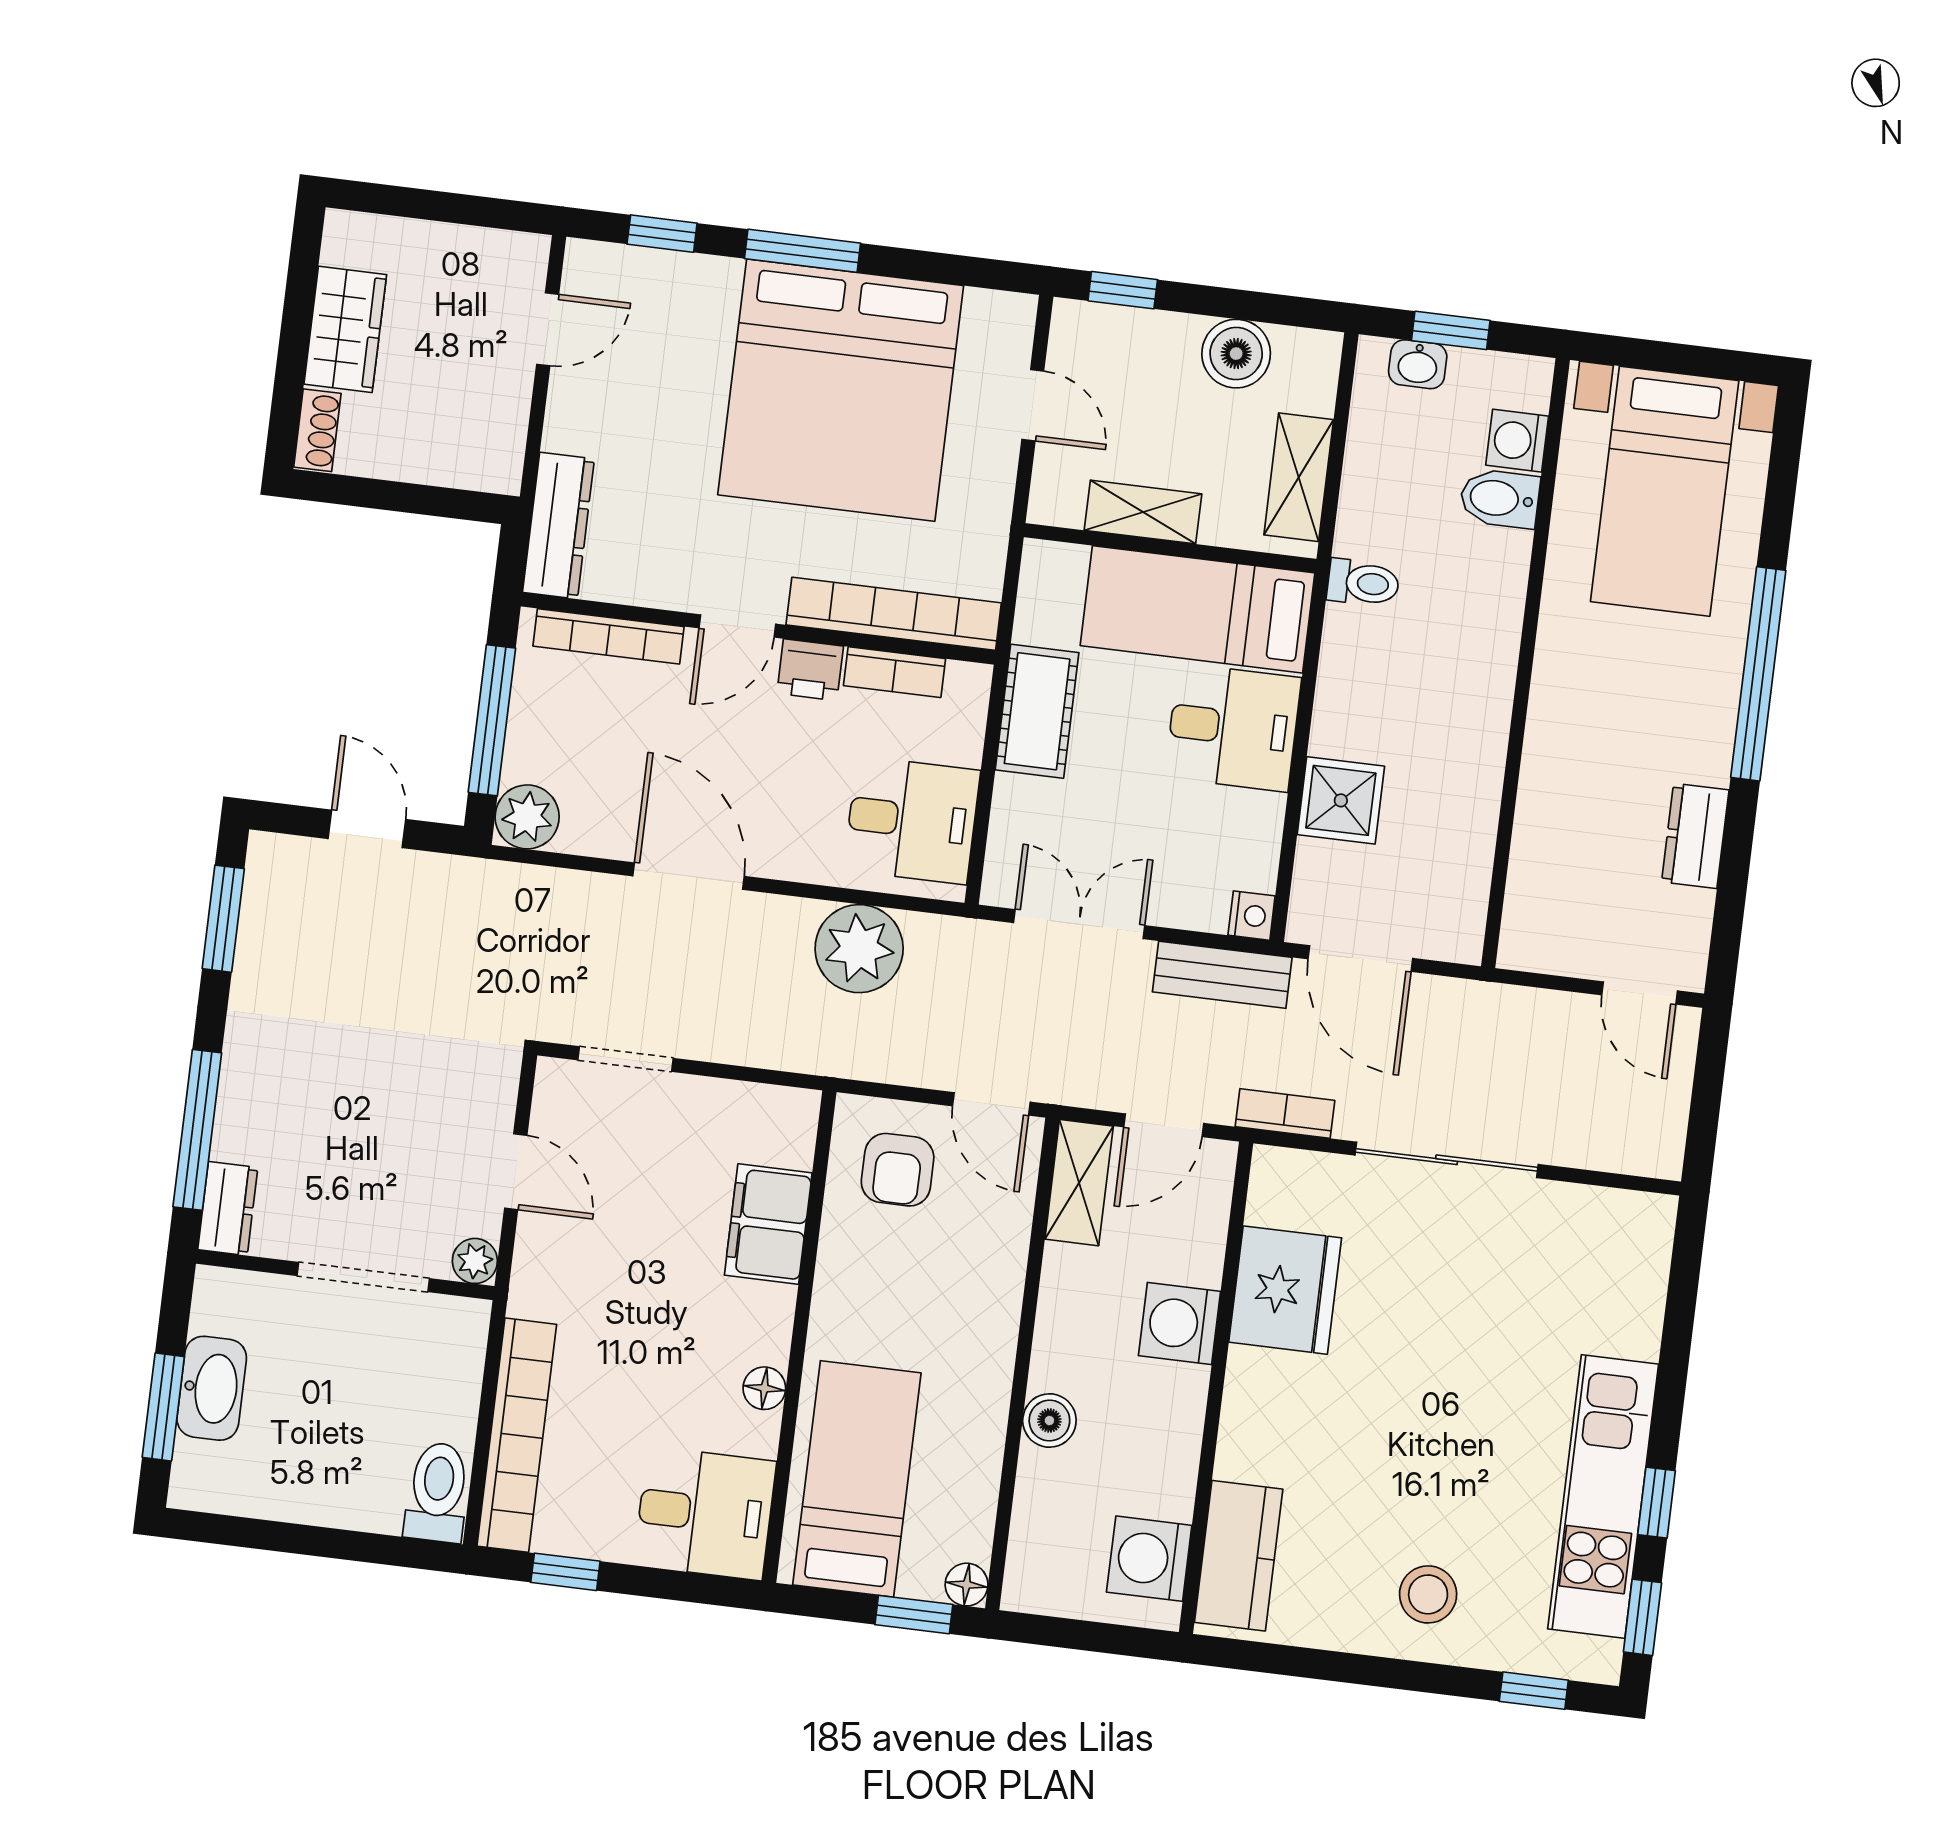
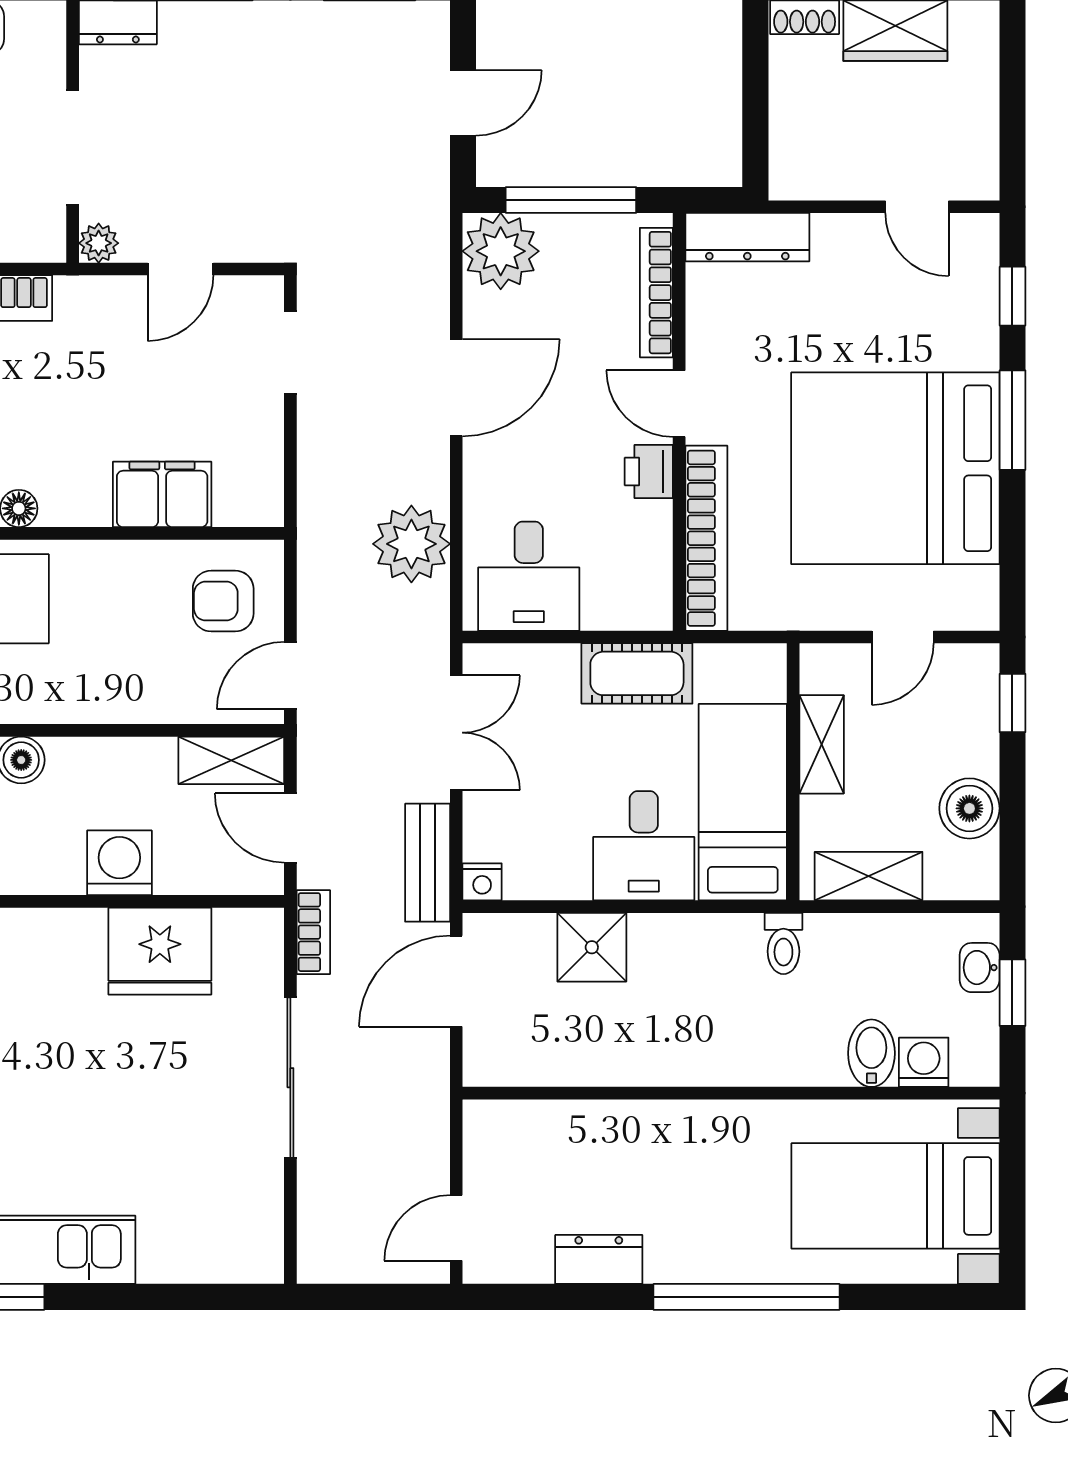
bookcase: (895, 672) -> (656, 545), removed
plant: (527, 817) -> (501, 251), width x1.36, depth x1.36

